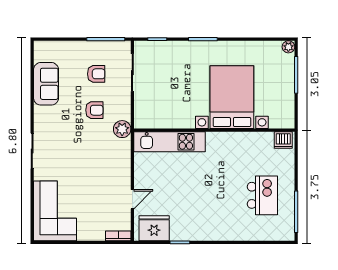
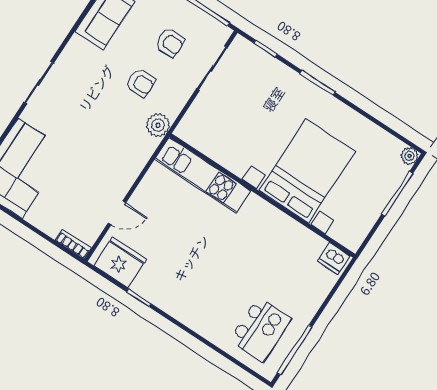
kitchen island: (262, 195) -> (260, 329), moved

